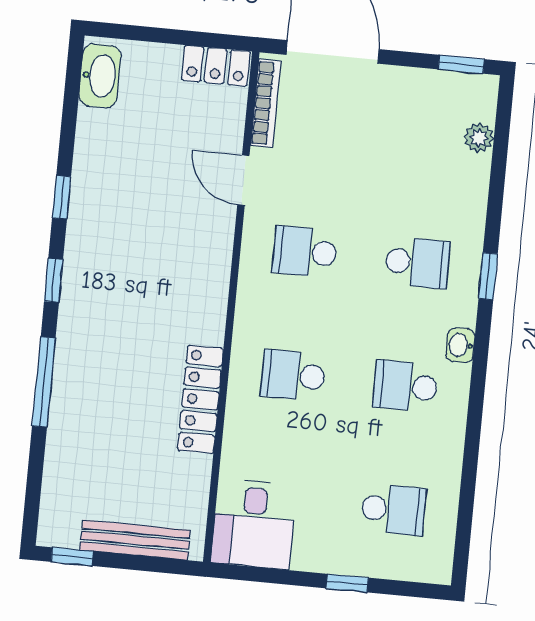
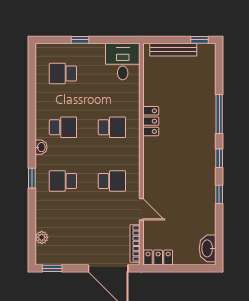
locker: (200, 399) -> (151, 121), width x0.66

